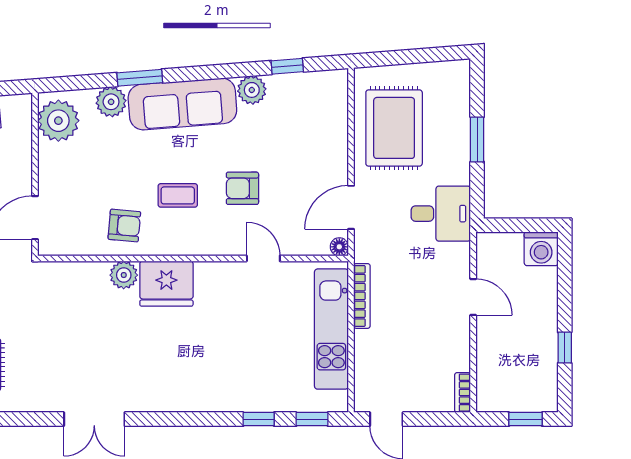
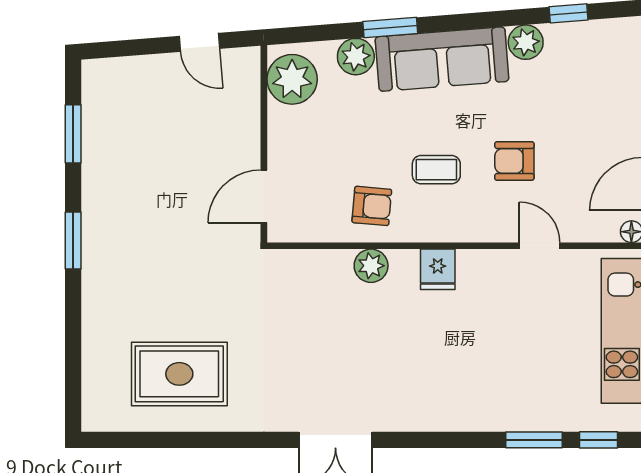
fridge: (166, 284) -> (438, 269), width x0.53, depth x0.75
window: (259, 419) -> (534, 440), width x1.50

